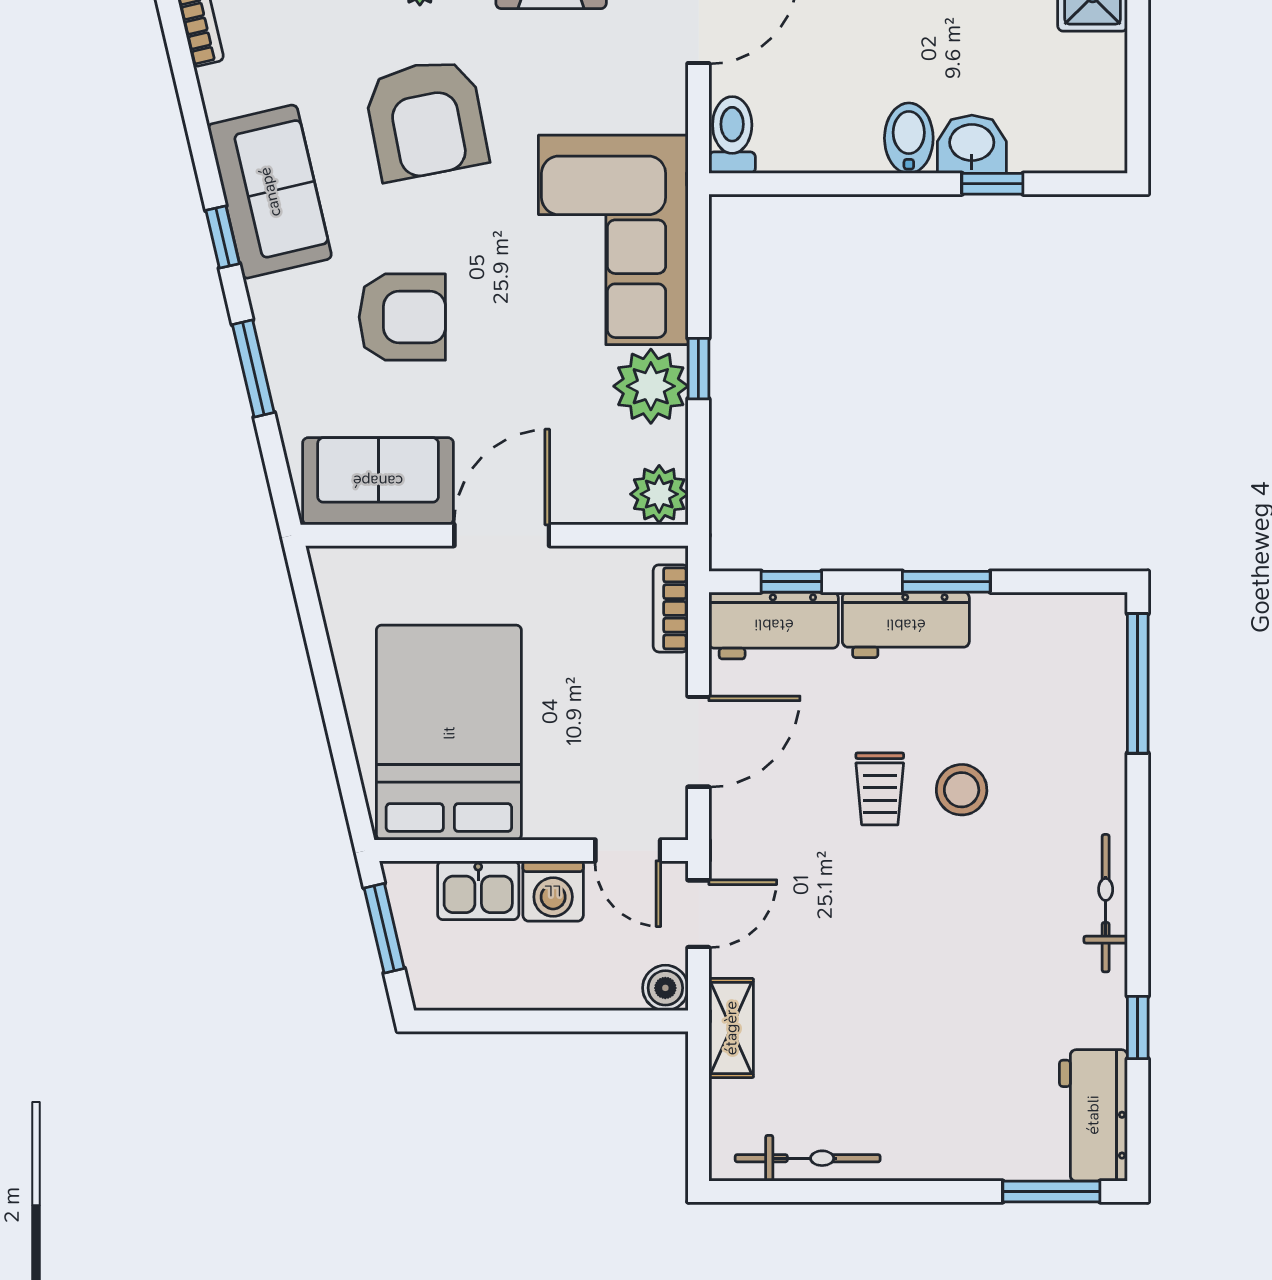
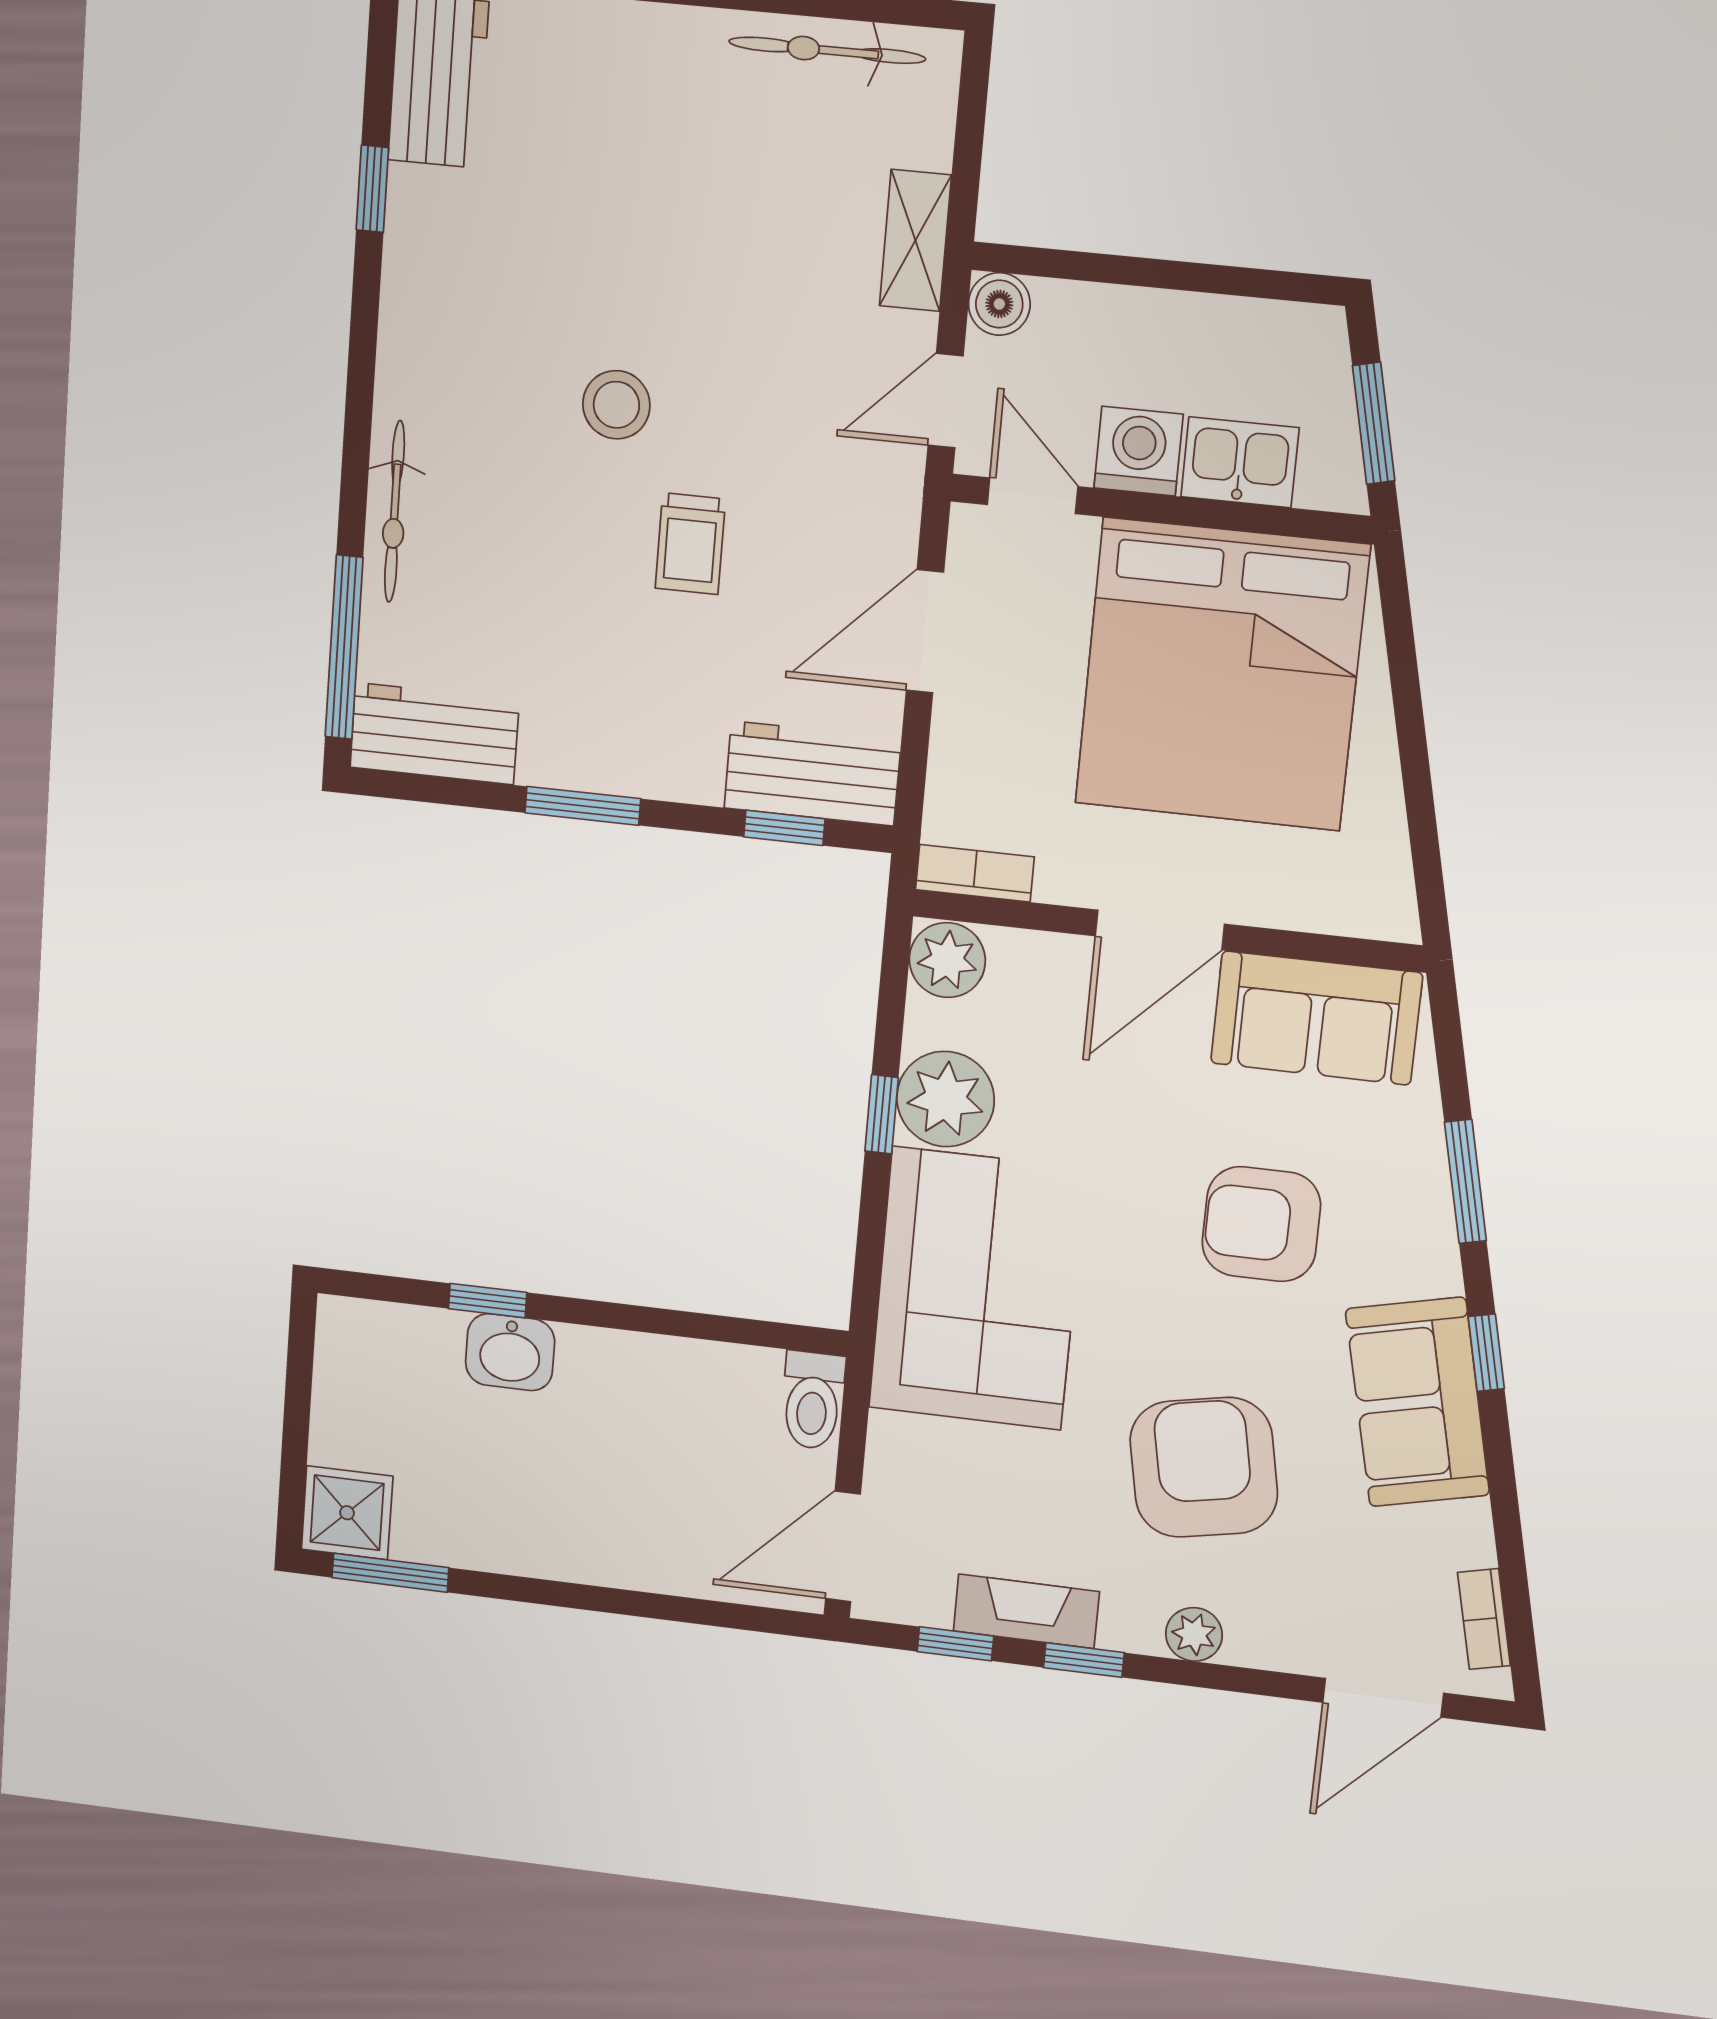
bidet: (909, 138) -> (589, 1369), removed
bookcase: (671, 608) -> (975, 873), moved, turned -90
workbench: (906, 625) -> (434, 734), moved
bed: (449, 733) -> (1222, 675), width x1.36
trolley: (880, 789) -> (690, 544), turned 180
stool: (962, 790) -> (616, 405), moved
bicycle: (1106, 903) -> (395, 512), moved

